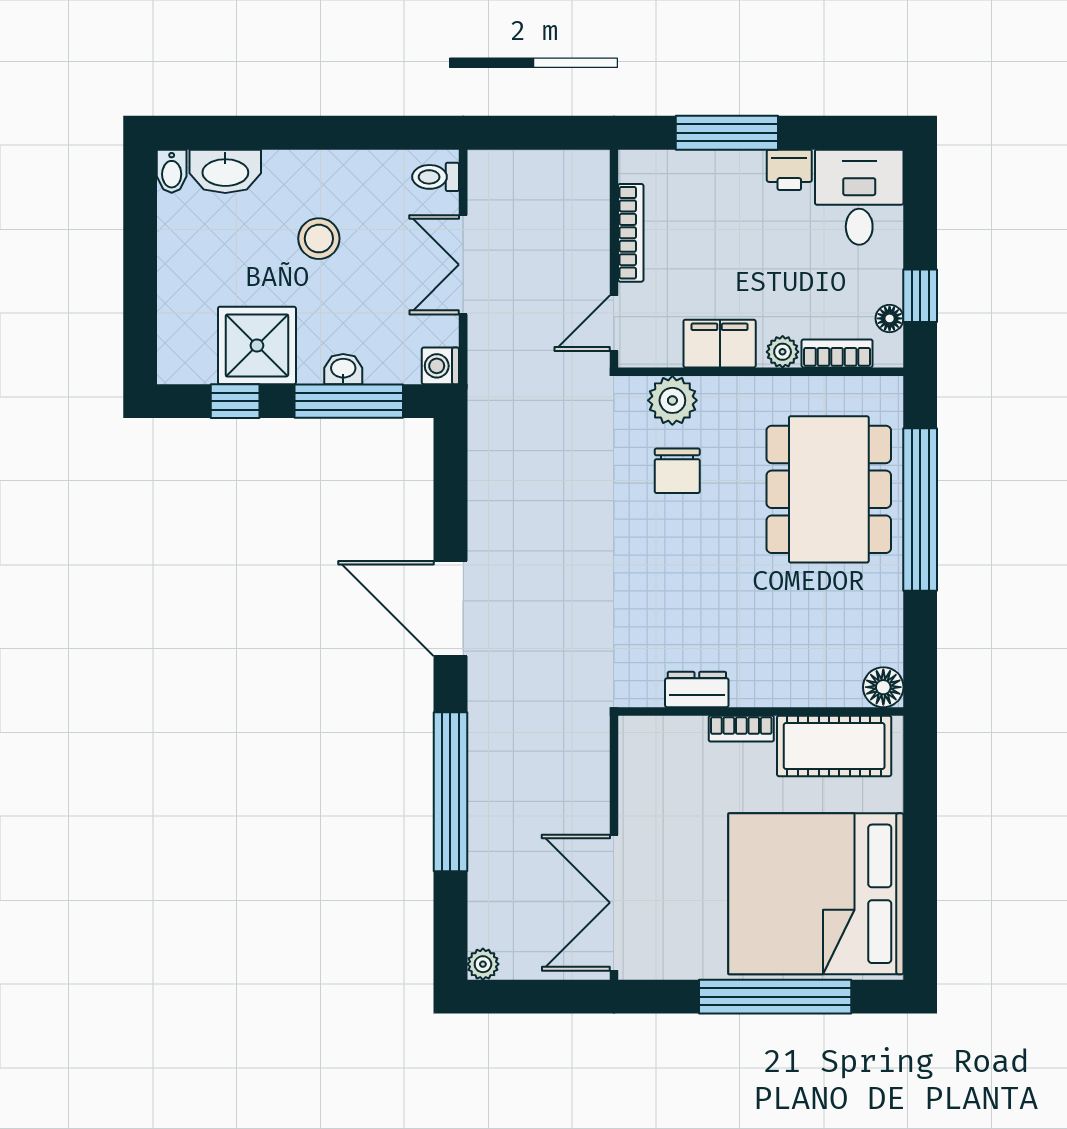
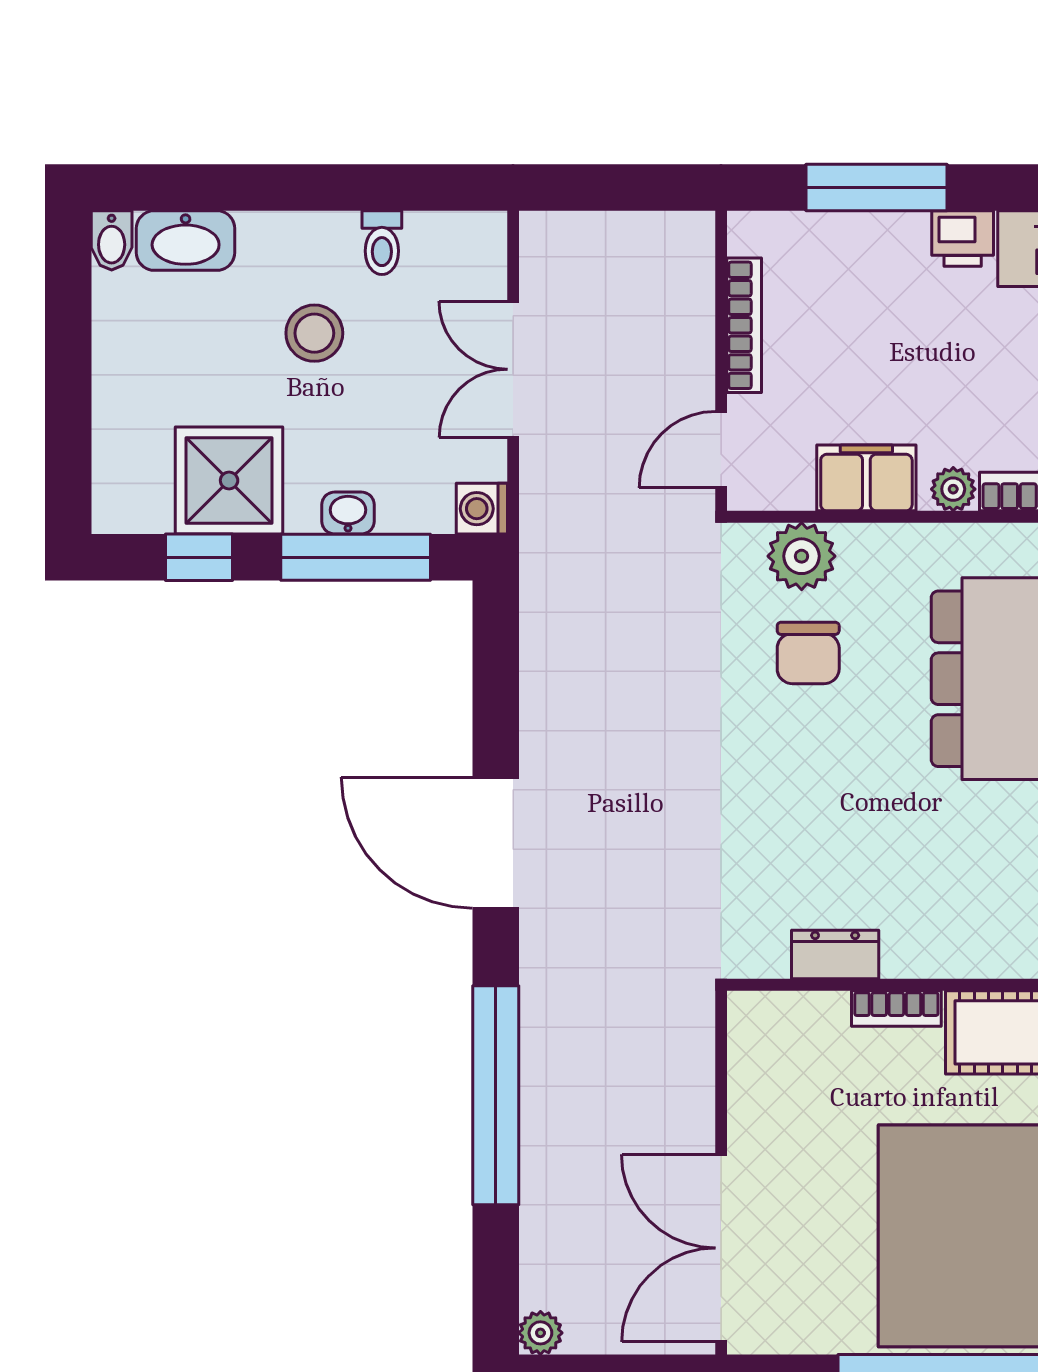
toilet: (436, 177) -> (382, 243), moved, turned -90

